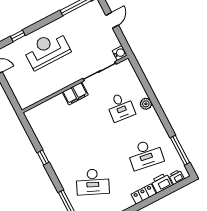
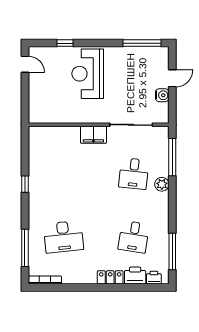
reception desk: (47, 50) -> (88, 74), turned -90
water cooler: (120, 53) -> (162, 95), moved
window: (143, 79) -> (172, 157), added
desk: (145, 154) -> (134, 237), width x0.73
desk: (93, 182) -> (63, 237), turned -30

